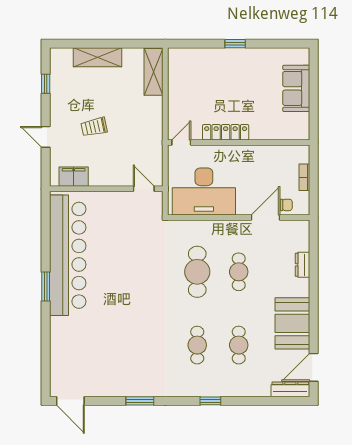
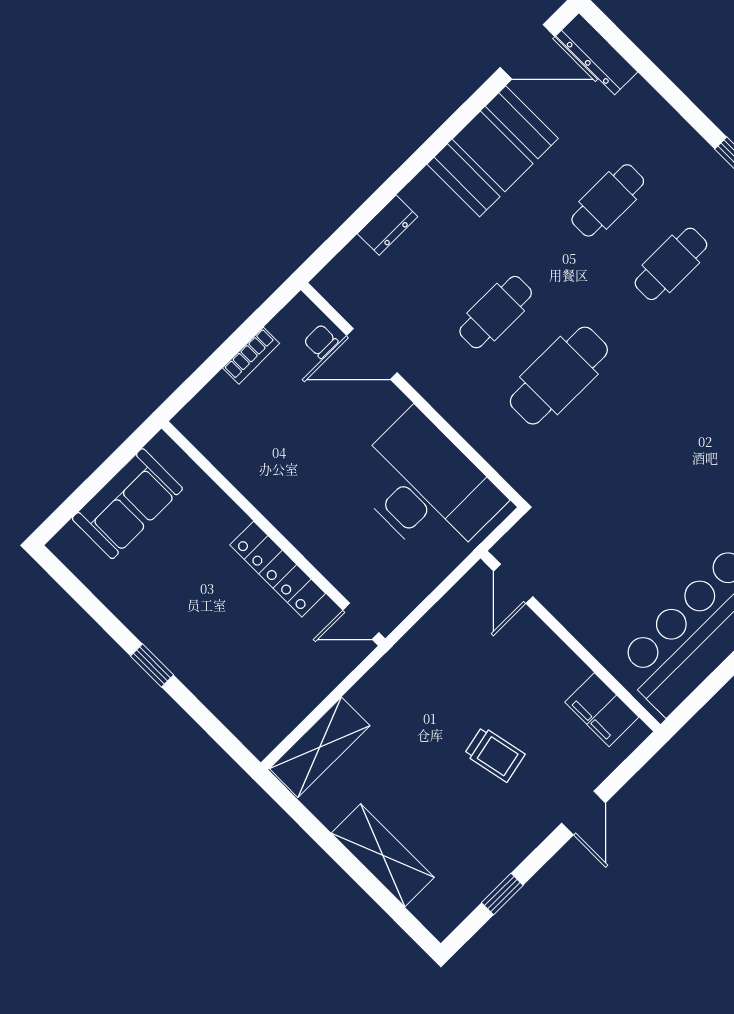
locker: (226, 132) -> (278, 569), moved
door: (181, 142) -> (361, 621), moved
wall: (239, 142) -> (273, 534), moved

